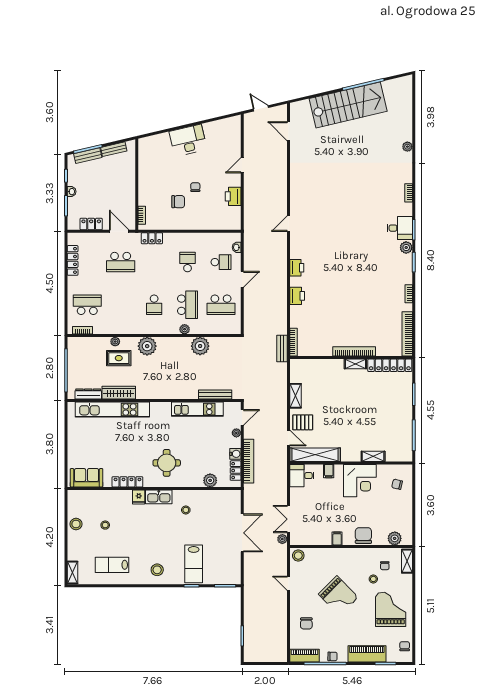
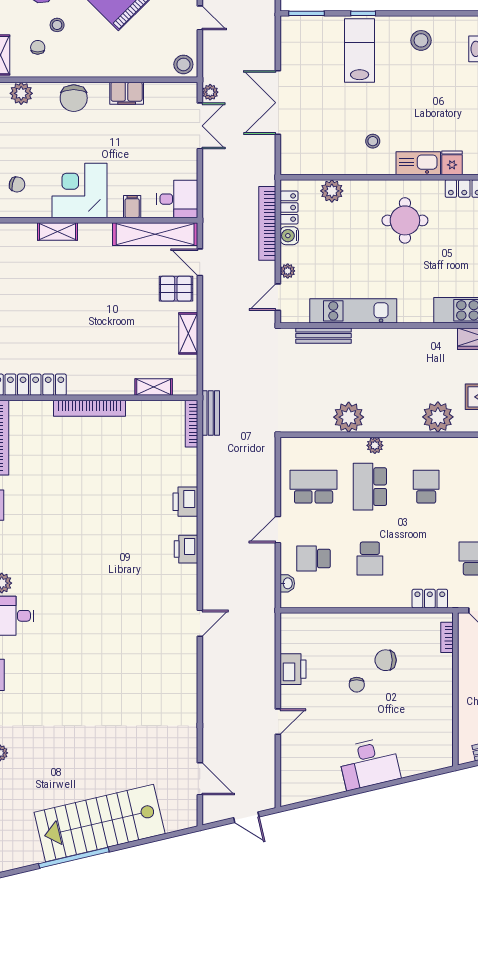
shelving: (355, 364) -> (154, 387), moved
filing cabinet: (337, 538) -> (127, 93), width x2.00

